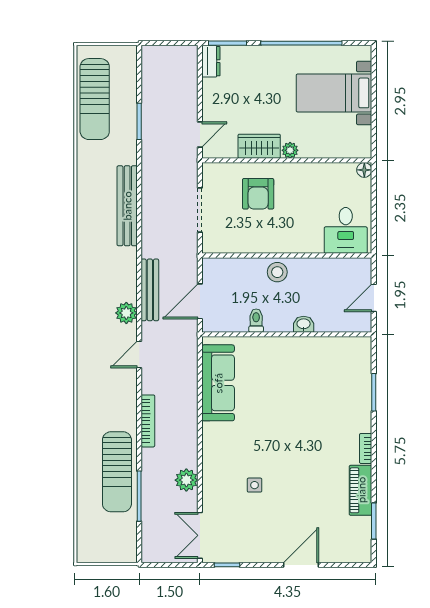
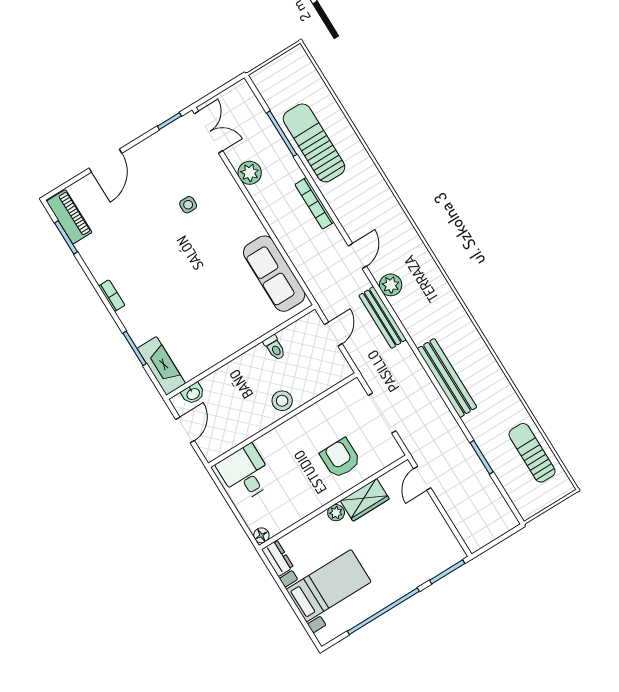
dresser: (211, 61) -> (277, 558), moved, turned 180
sun lounger: (95, 99) -> (532, 453), width x0.73, depth x0.75
door: (200, 301) -> (333, 334), width x0.73
washbasin: (304, 324) -> (193, 394), moved
fireplace: (360, 364) -> (161, 366), added
piano: (361, 490) -> (69, 217), moved

